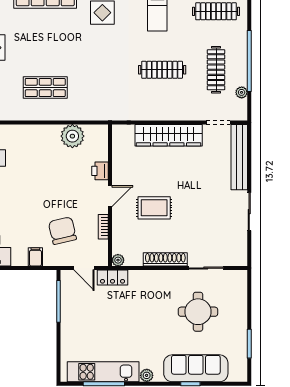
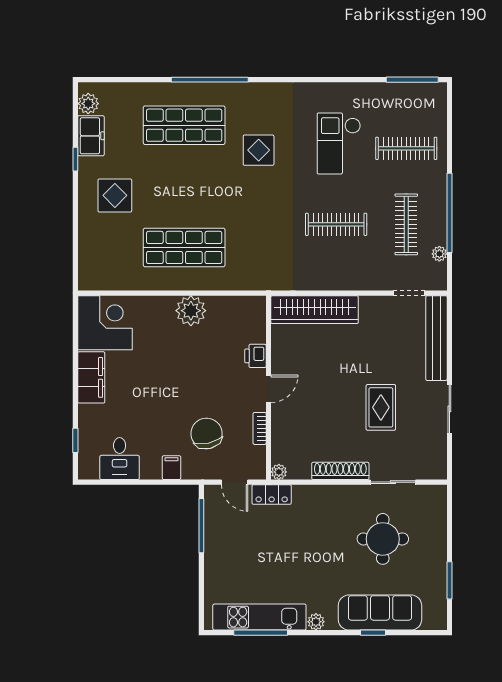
shop shelf: (45, 88) -> (184, 247), width x1.43, depth x1.36
wardrobe: (169, 135) -> (315, 310), moved
plant: (72, 136) -> (191, 311), moved
rug: (154, 208) -> (381, 407), moved, turned 90

